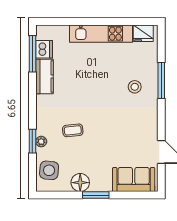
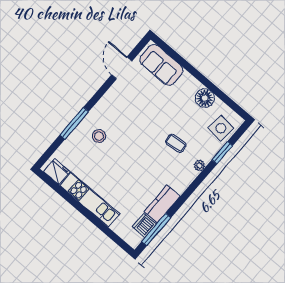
window: (32, 141) -> (222, 153), moved
plant: (41, 142) -> (199, 165), moved
window: (96, 195) -> (201, 78), removed

